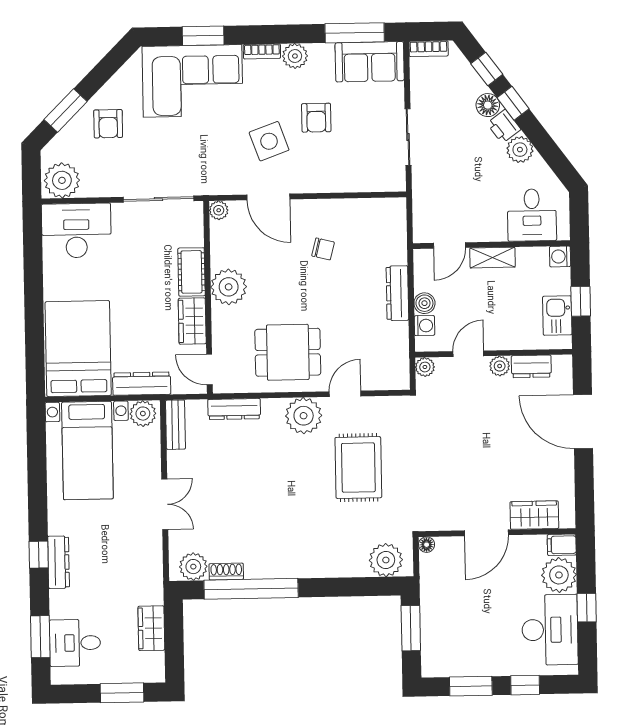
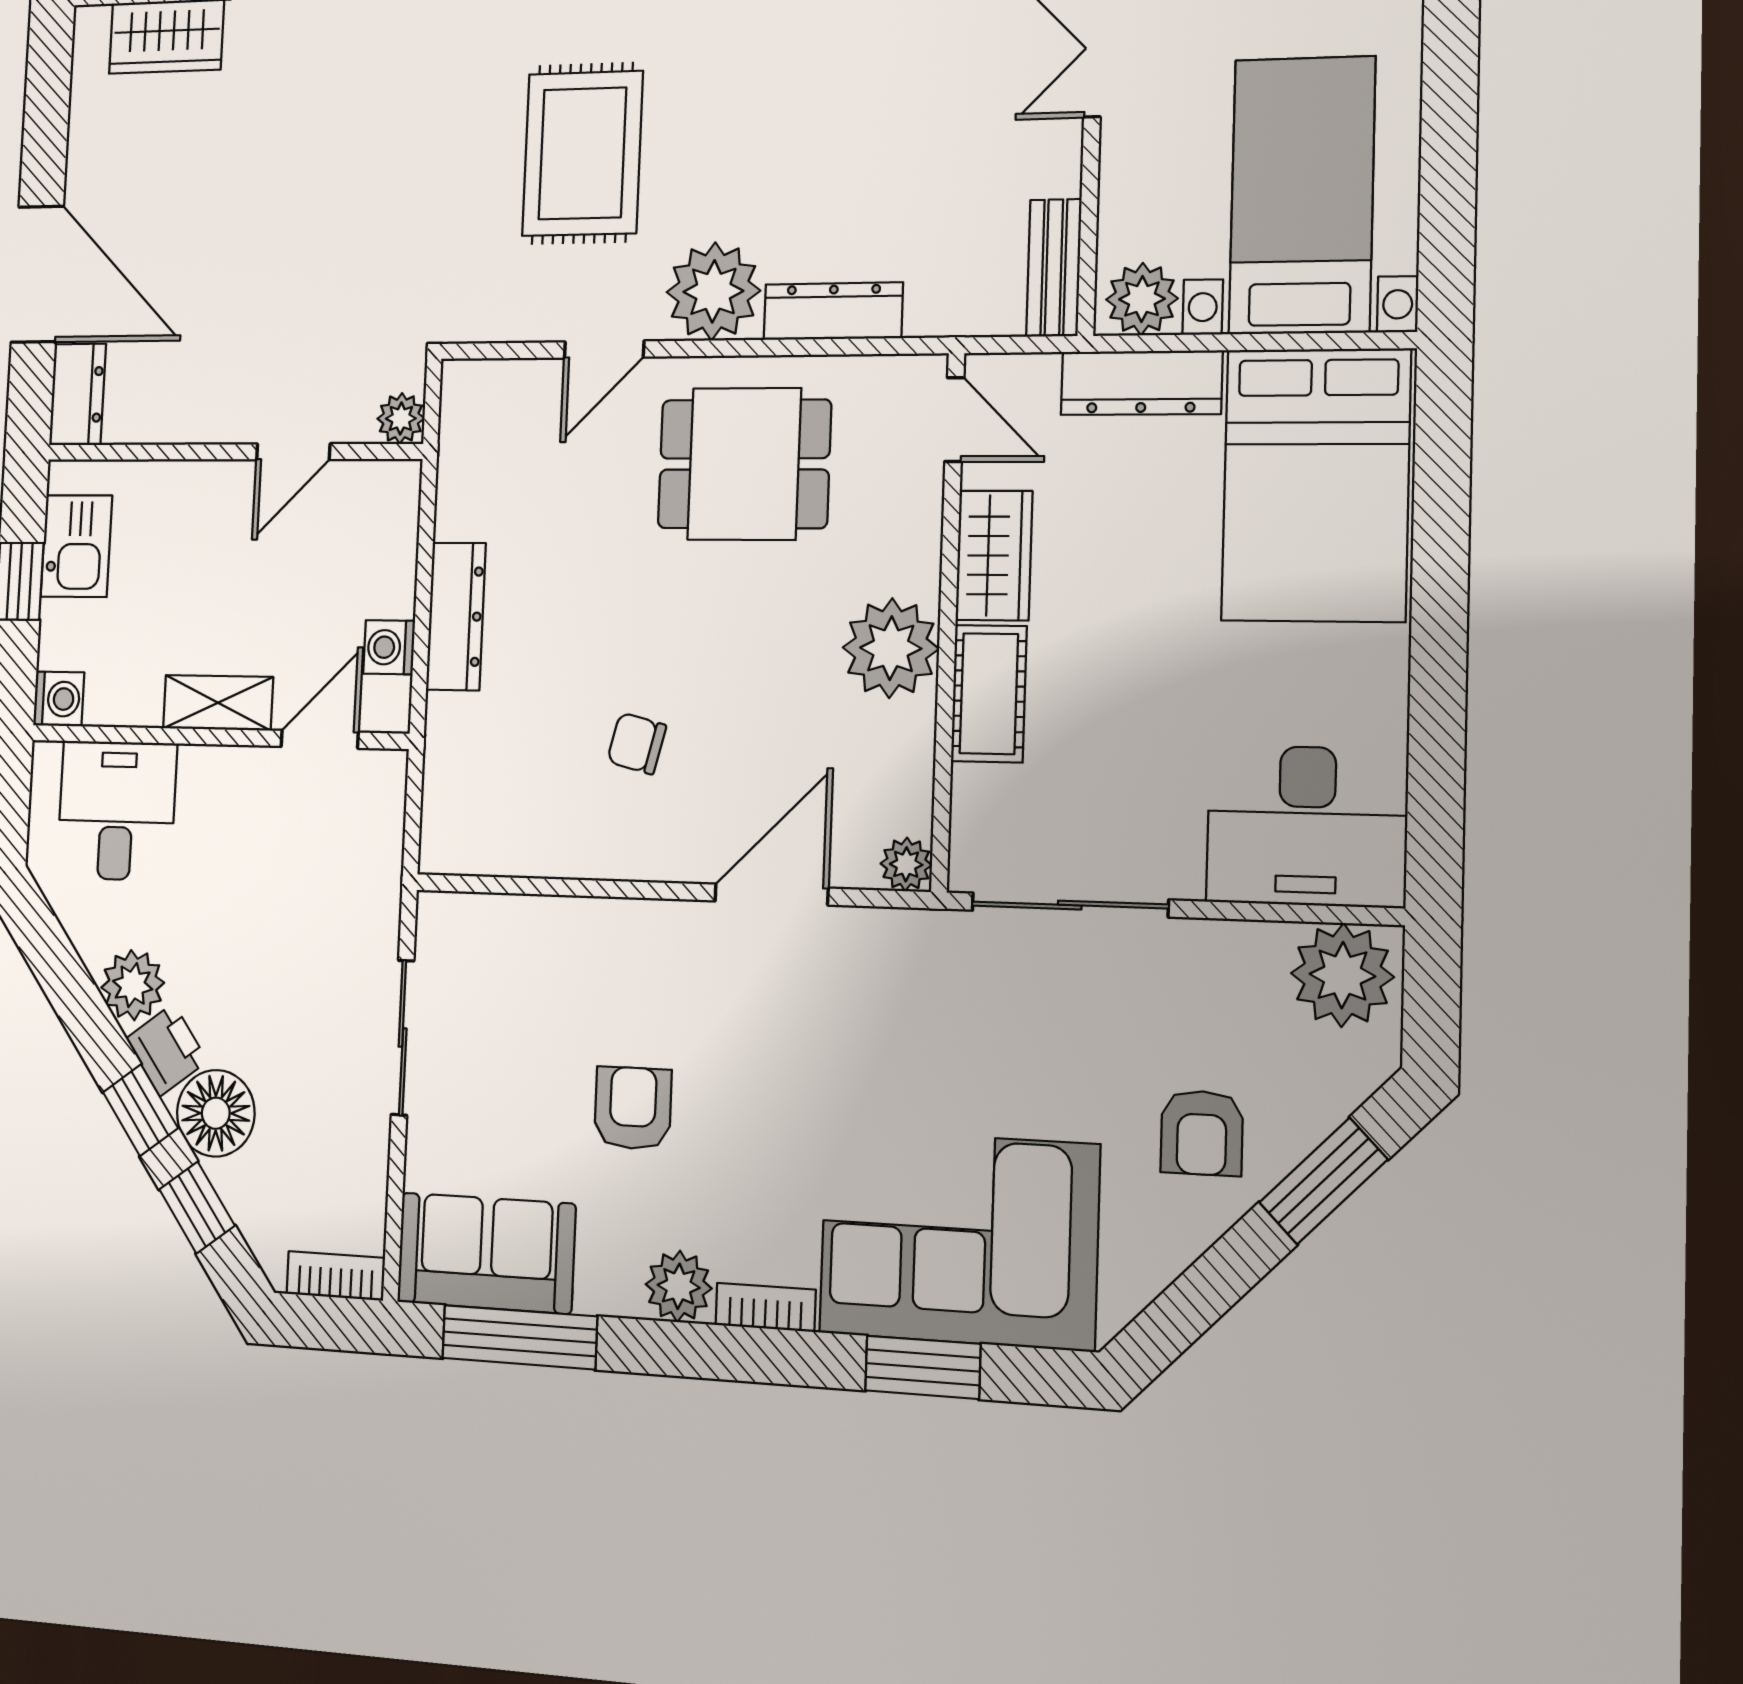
floor lamp: (488, 105) -> (216, 1113), width x1.38, depth x1.38
armchair: (108, 124) -> (1202, 1133), turned 180
side table: (269, 141) -> (761, 1051), removed
door: (268, 197) -> (771, 895), hinge flipped
boiler: (424, 303) -> (391, 588), removed
washing machine: (424, 326) -> (389, 647), moved
plant: (500, 366) -> (221, 418), removed
dresser: (531, 366) -> (78, 394), moved, turned 90
dresser: (234, 409) -> (833, 311), moved

